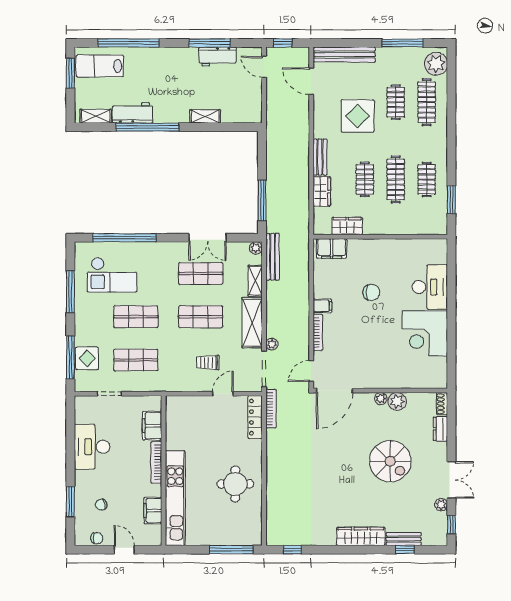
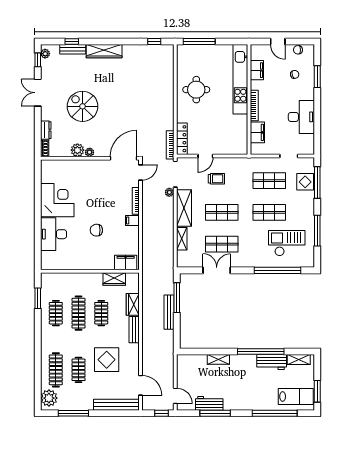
plant: (256, 248) -> (181, 263), removed
bench: (273, 257) -> (169, 312), moved
plant: (441, 505) -> (45, 54), moved

